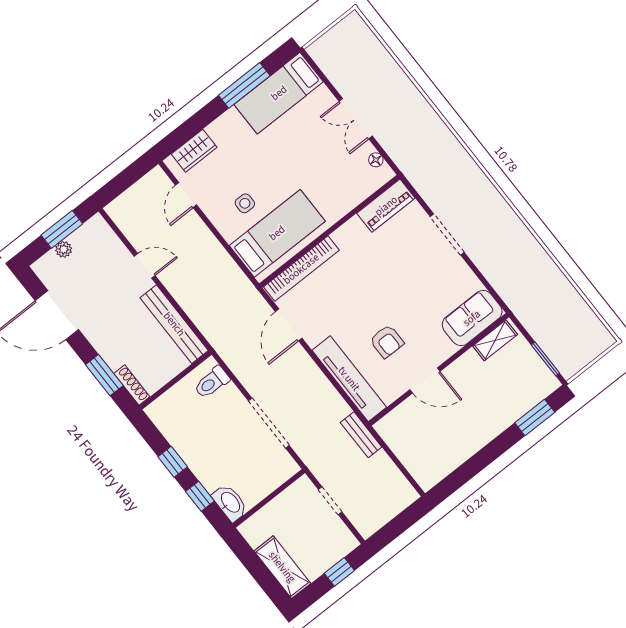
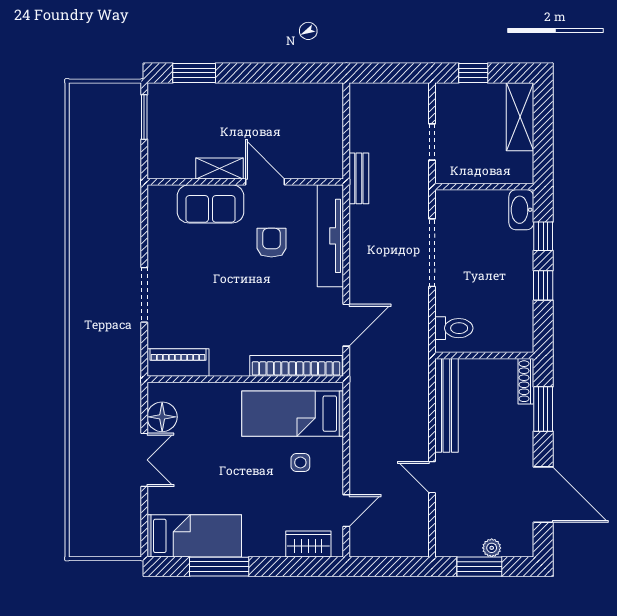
floor lamp: (376, 160) -> (162, 417), width x1.89, depth x1.89
sofa: (472, 318) -> (210, 204), moved
shelving: (495, 340) -> (220, 168), moved

